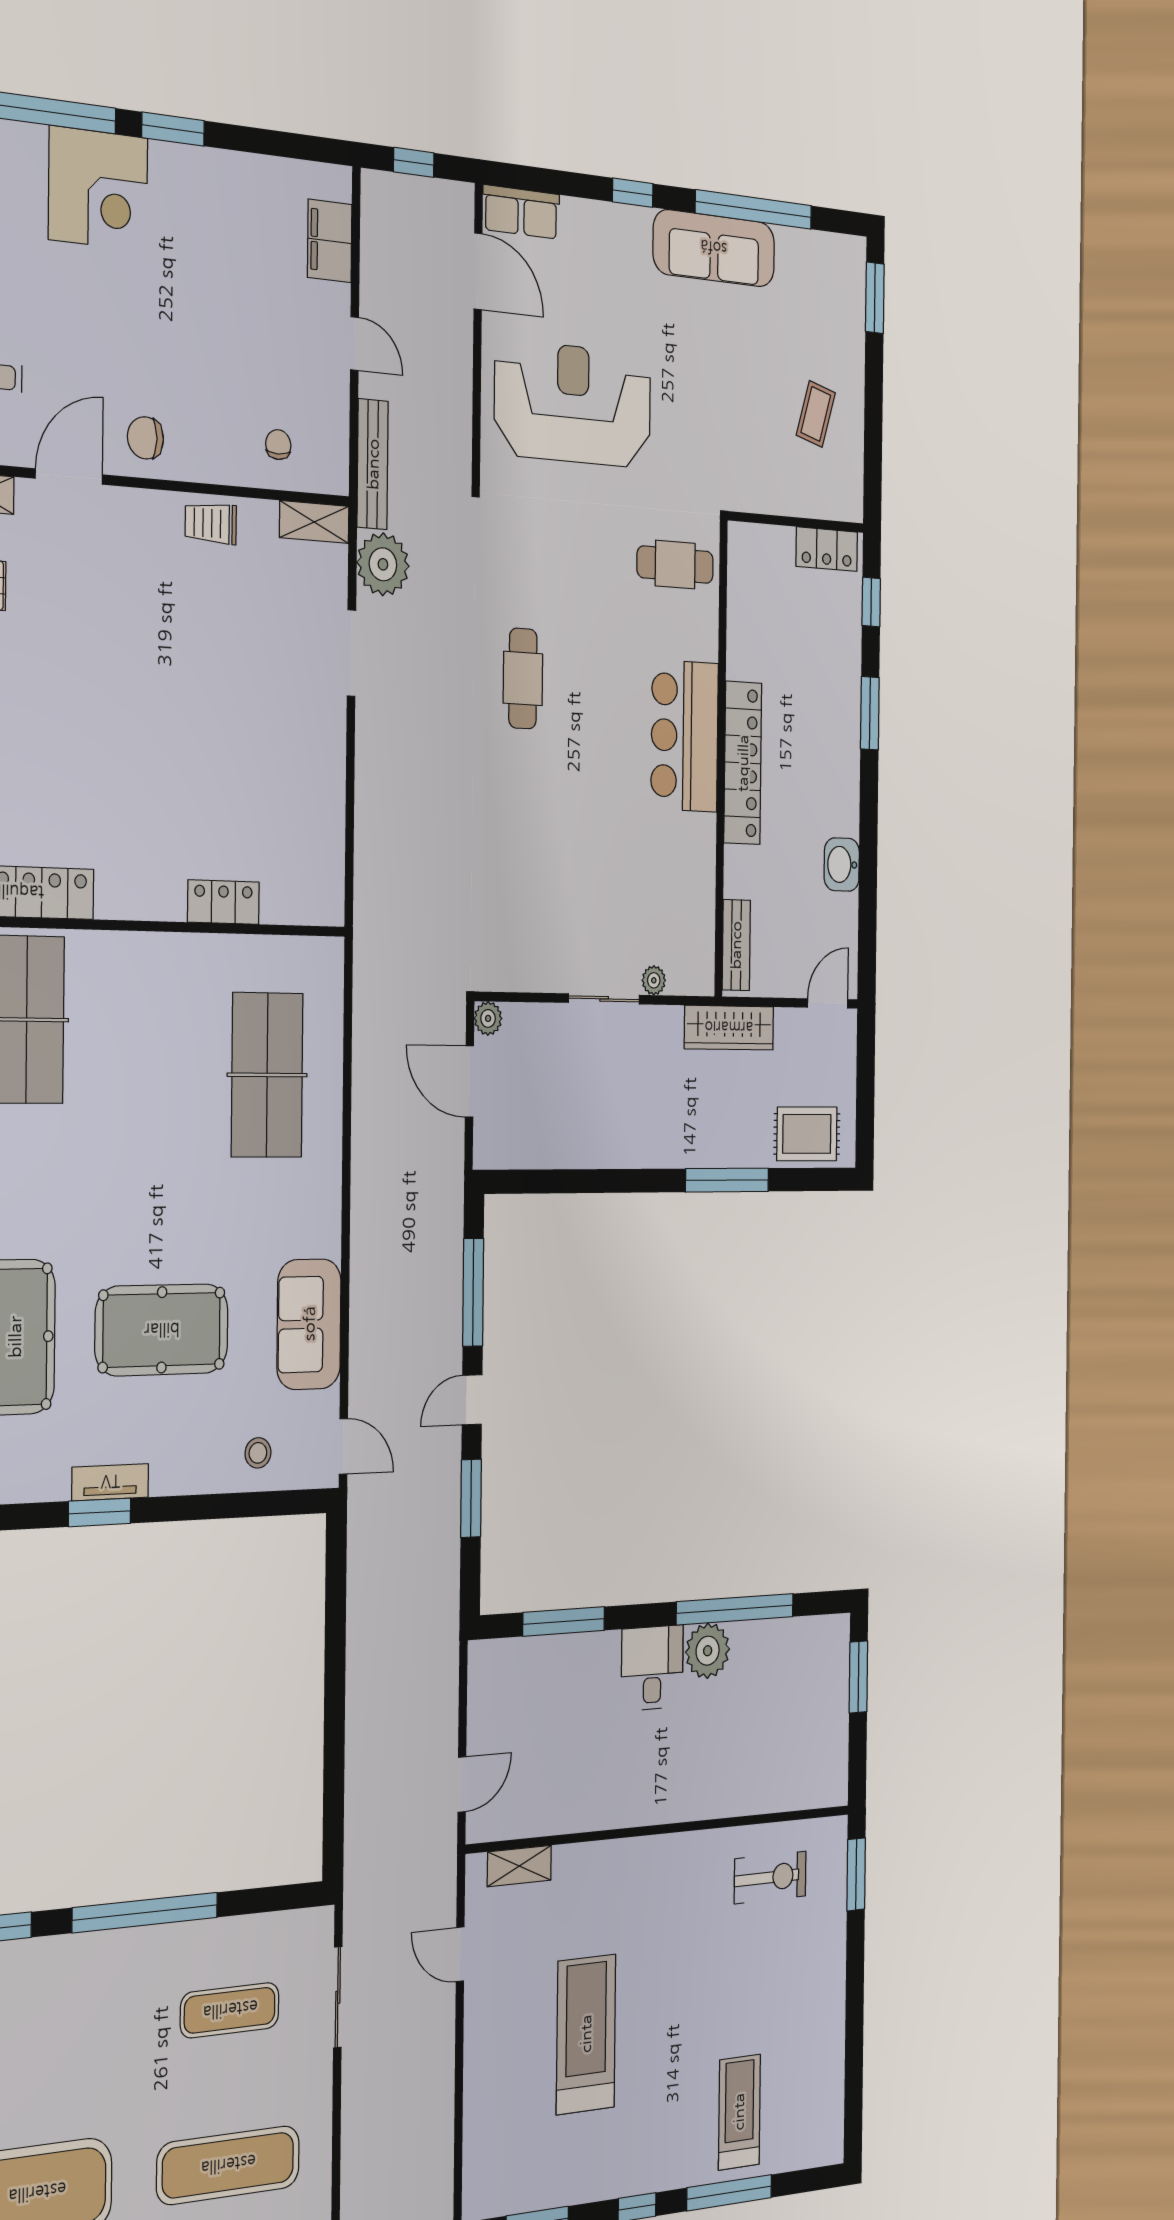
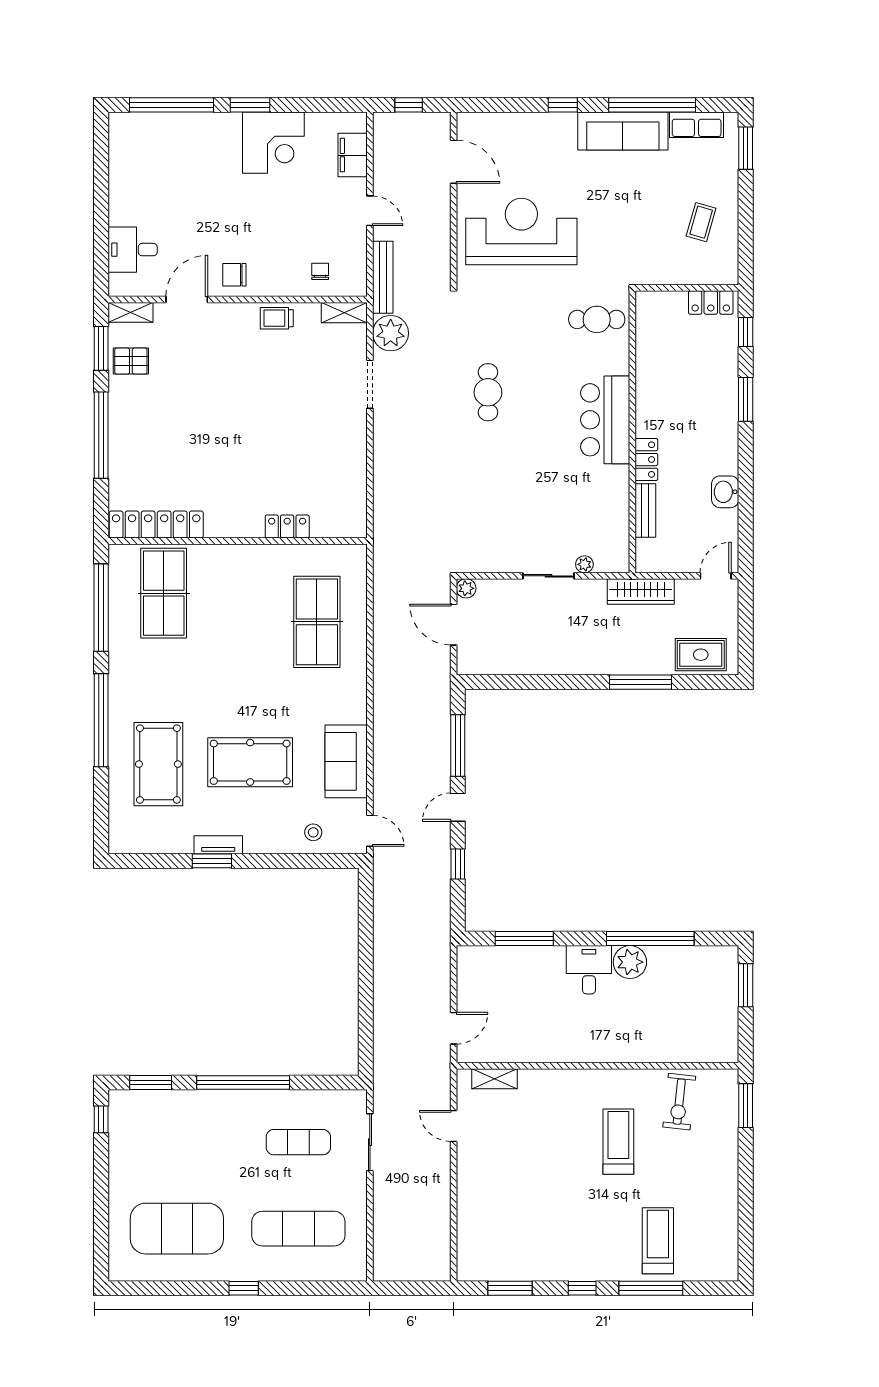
corner desk: (98, 189) -> (273, 143), moved
row of seats: (521, 212) -> (697, 125), moved
locker: (743, 763) -> (646, 460), width x0.46, depth x0.83
bench: (736, 945) -> (645, 511), moved
window: (471, 1498) -> (458, 864), width x0.67
exercise bike: (770, 1877) -> (679, 1102), turned 96
treadmill: (586, 2034) -> (618, 1142), moved, width x0.73, depth x0.73

